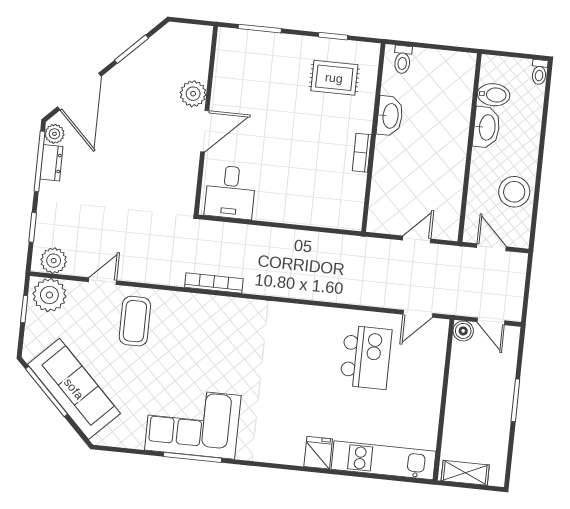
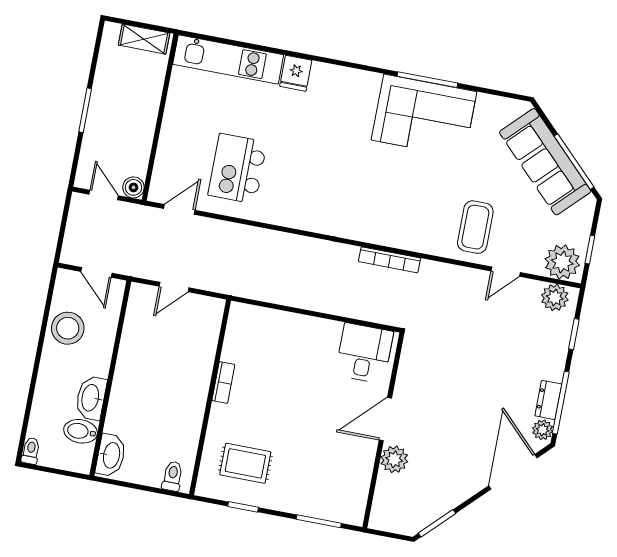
window: (131, 49) -> (437, 523), moved
washbasin: (390, 116) -> (111, 455), moved, turned 180

